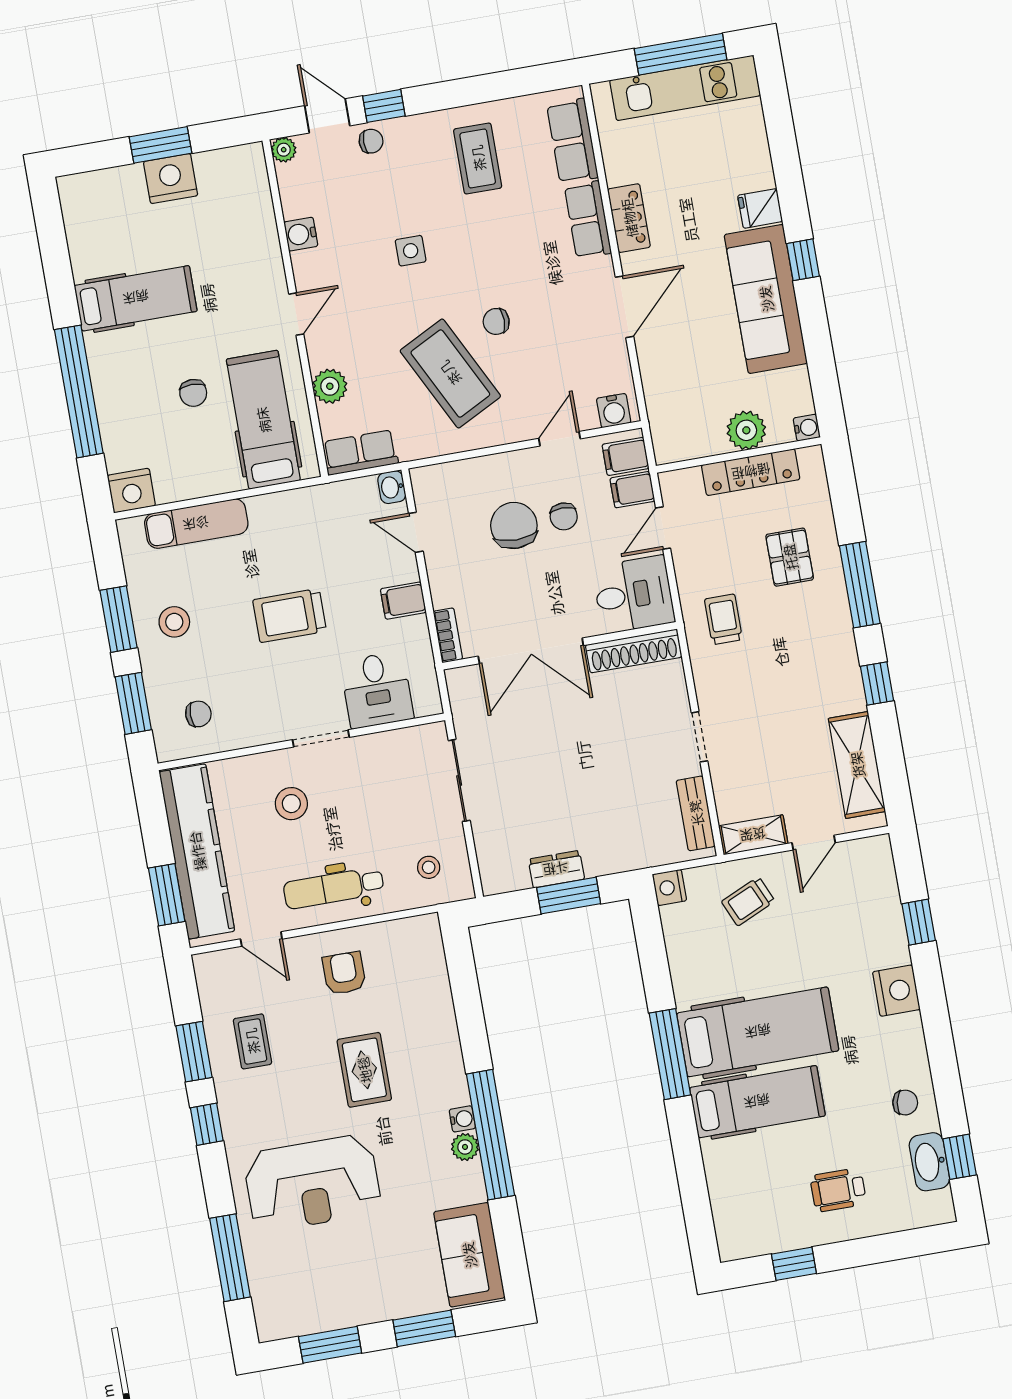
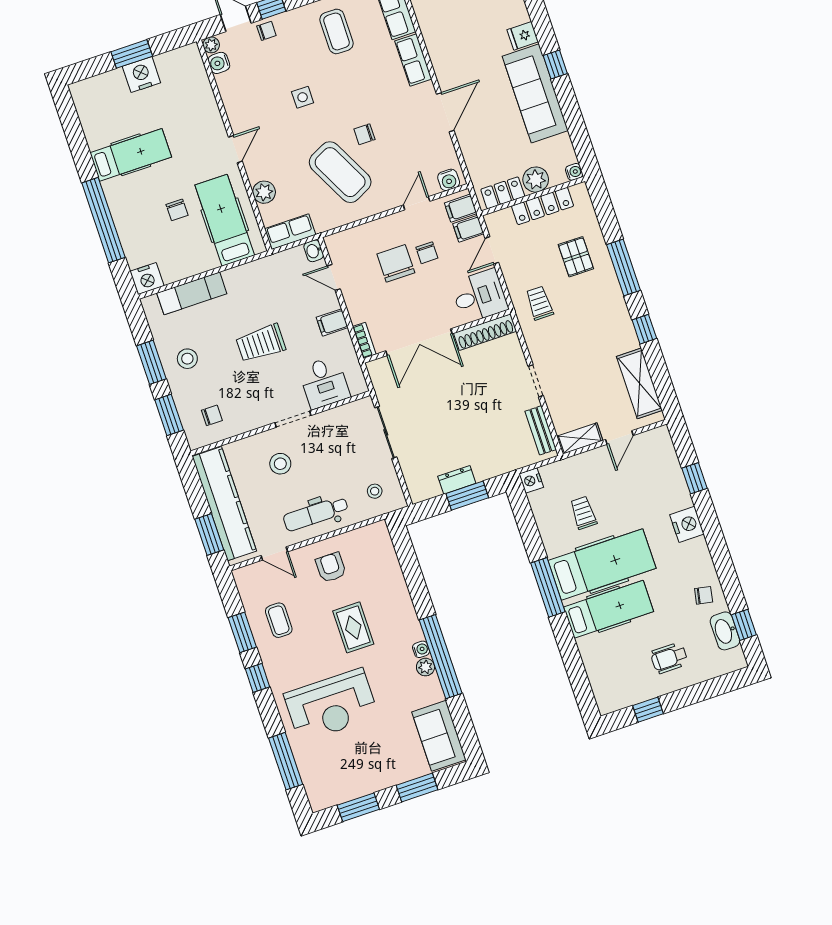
locker: (629, 218) -> (503, 193), moved, turned -90
water cooler: (301, 234) -> (219, 63), moved
trolley: (748, 901) -> (583, 513), moved, turned 114

